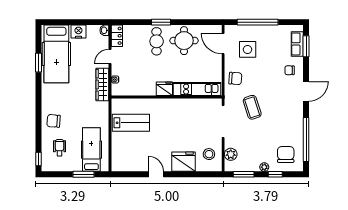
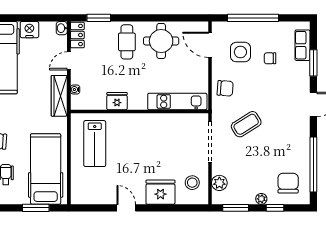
window: (161, 22) -> (99, 18), moved
window: (306, 46) -> (313, 63), moved
chair: (290, 70) -> (270, 58), moved
fridge: (164, 89) -> (117, 101), moved
coffee table: (252, 107) -> (246, 124), turned 76
lab bench: (131, 123) -> (95, 144), turned 90
hospital bed: (91, 150) -> (46, 169), width x1.37, depth x1.29

